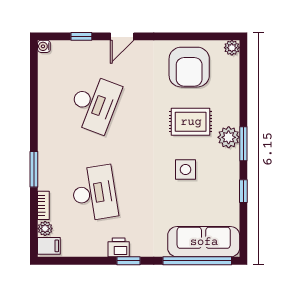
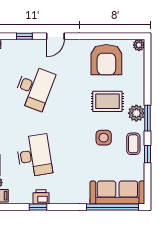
coffee table: (225, 178) -> (133, 144), added
printer: (119, 247) -> (41, 197), moved
window: (129, 261) -> (38, 207), moved

